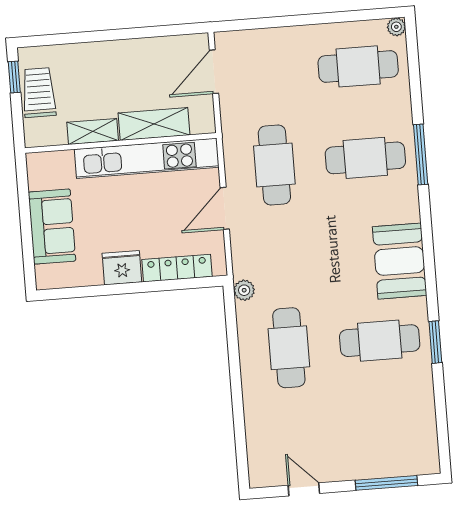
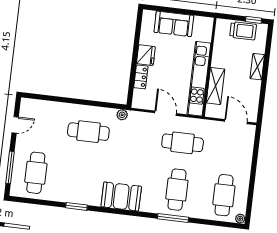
shelving: (93, 131) -> (257, 67), moved
locker: (177, 268) -> (141, 77), width x0.66
cafe table: (380, 341) -> (36, 173), moved

